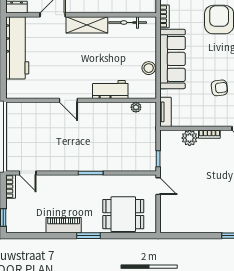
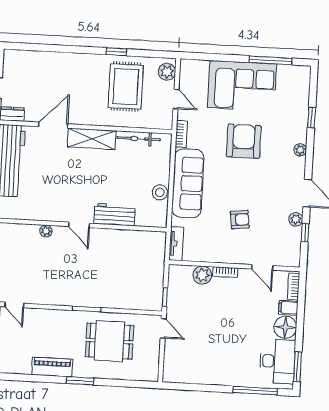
door: (68, 100) -> (79, 225), moved
plant: (136, 107) -> (46, 231), moved
dining table: (123, 214) -> (109, 341), moved

